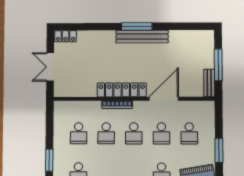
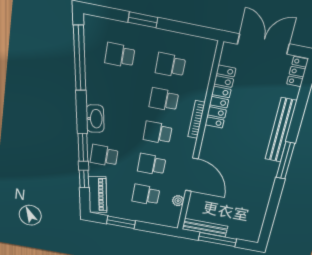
bench: (142, 37) -> (281, 130), moved
double door: (50, 67) -> (263, 44), width x1.37
bench: (209, 83) -> (205, 228), width x1.36
locker: (122, 90) -> (220, 97), moved
plant: (189, 106) -> (178, 201), added

